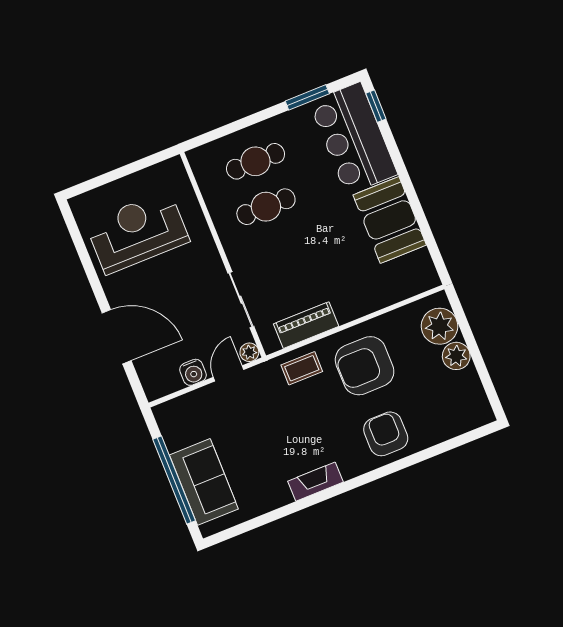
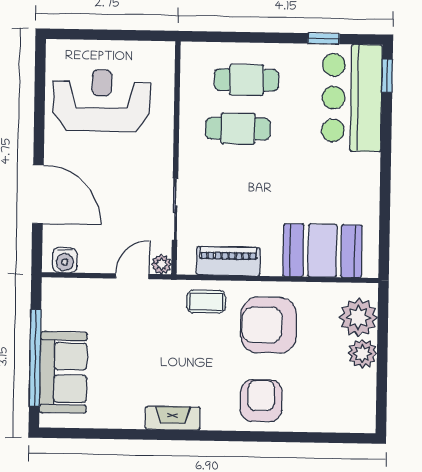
window: (307, 97) -> (324, 39), width x0.67
booth: (390, 220) -> (322, 251), moved, turned 90
water cooler: (193, 372) -> (65, 260), moved

